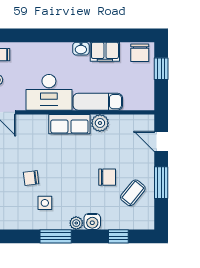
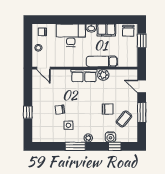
desk: (49, 92) -> (71, 35), moved, turned 180
water cooler: (92, 221) -> (110, 137), moved

